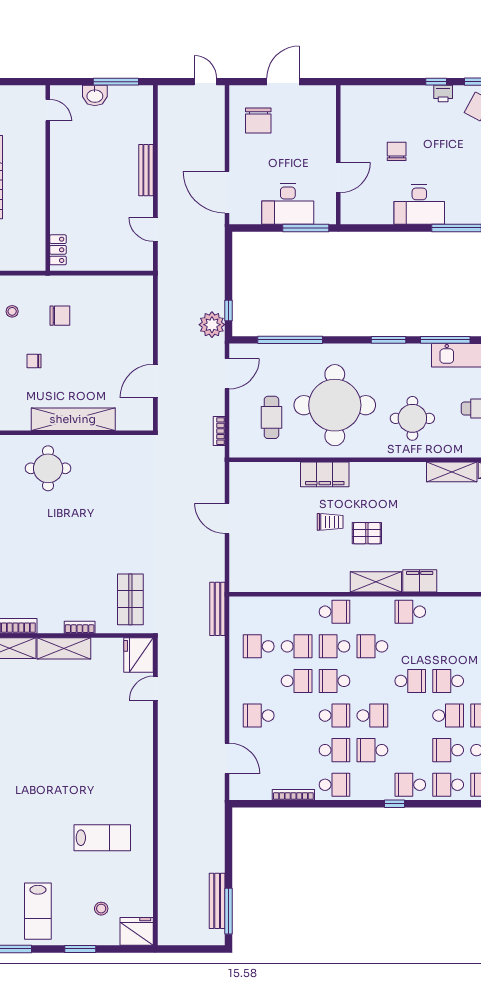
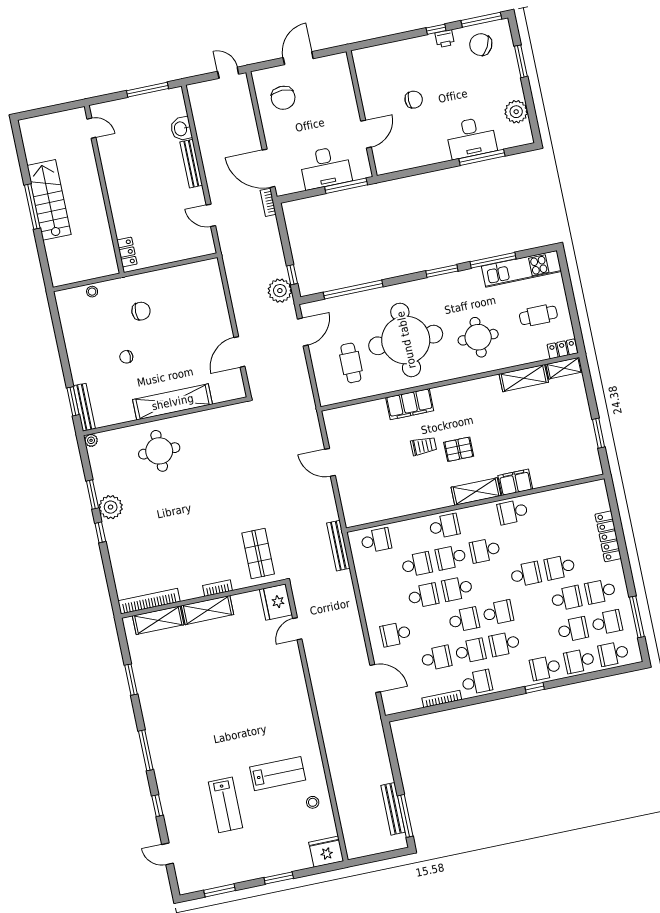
washbasin: (95, 95) -> (181, 129), moved, turned 90
chair: (397, 151) -> (414, 100), turned 90
desk: (419, 205) -> (471, 138), moved
stool: (12, 311) -> (92, 292), moved
bookcase: (219, 431) -> (268, 202), moved
school desk: (259, 646) -> (376, 540), moved, turned 180
school desk: (297, 750) -> (436, 658), added
school desk: (448, 750) -> (573, 630), turned 180
stool: (101, 909) -> (313, 802), moved
lab bench: (38, 911) -> (226, 805), moved

